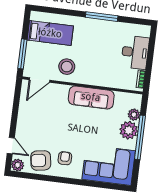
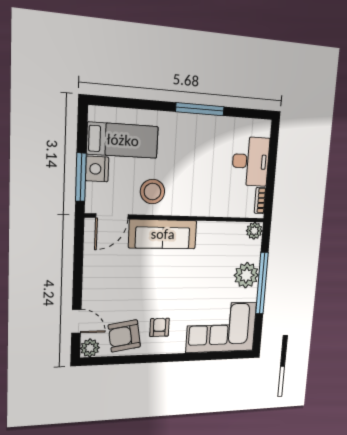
nightstand: (33, 50) -> (97, 169), added
sofa: (91, 97) -> (163, 234), moved
plant: (134, 115) -> (254, 231), moved

